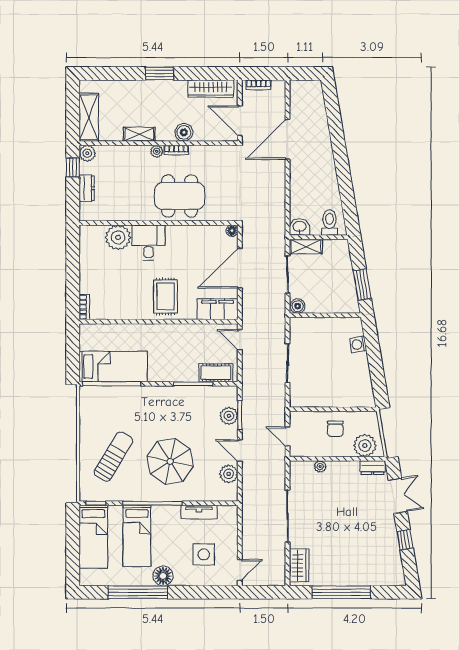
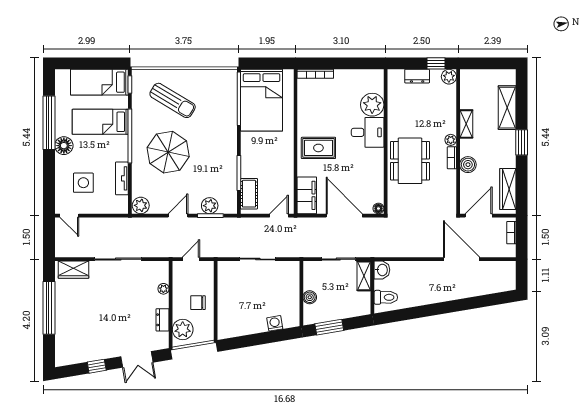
shelving: (89, 117) -> (507, 108), moved, turned 90
boiler: (298, 306) -> (310, 297), moved
bookcase: (84, 307) -> (315, 74), width x1.56
bed: (113, 367) -> (262, 100), width x1.50
dresser: (373, 468) -> (163, 320), moved
plant: (229, 474) -> (141, 205), moved

